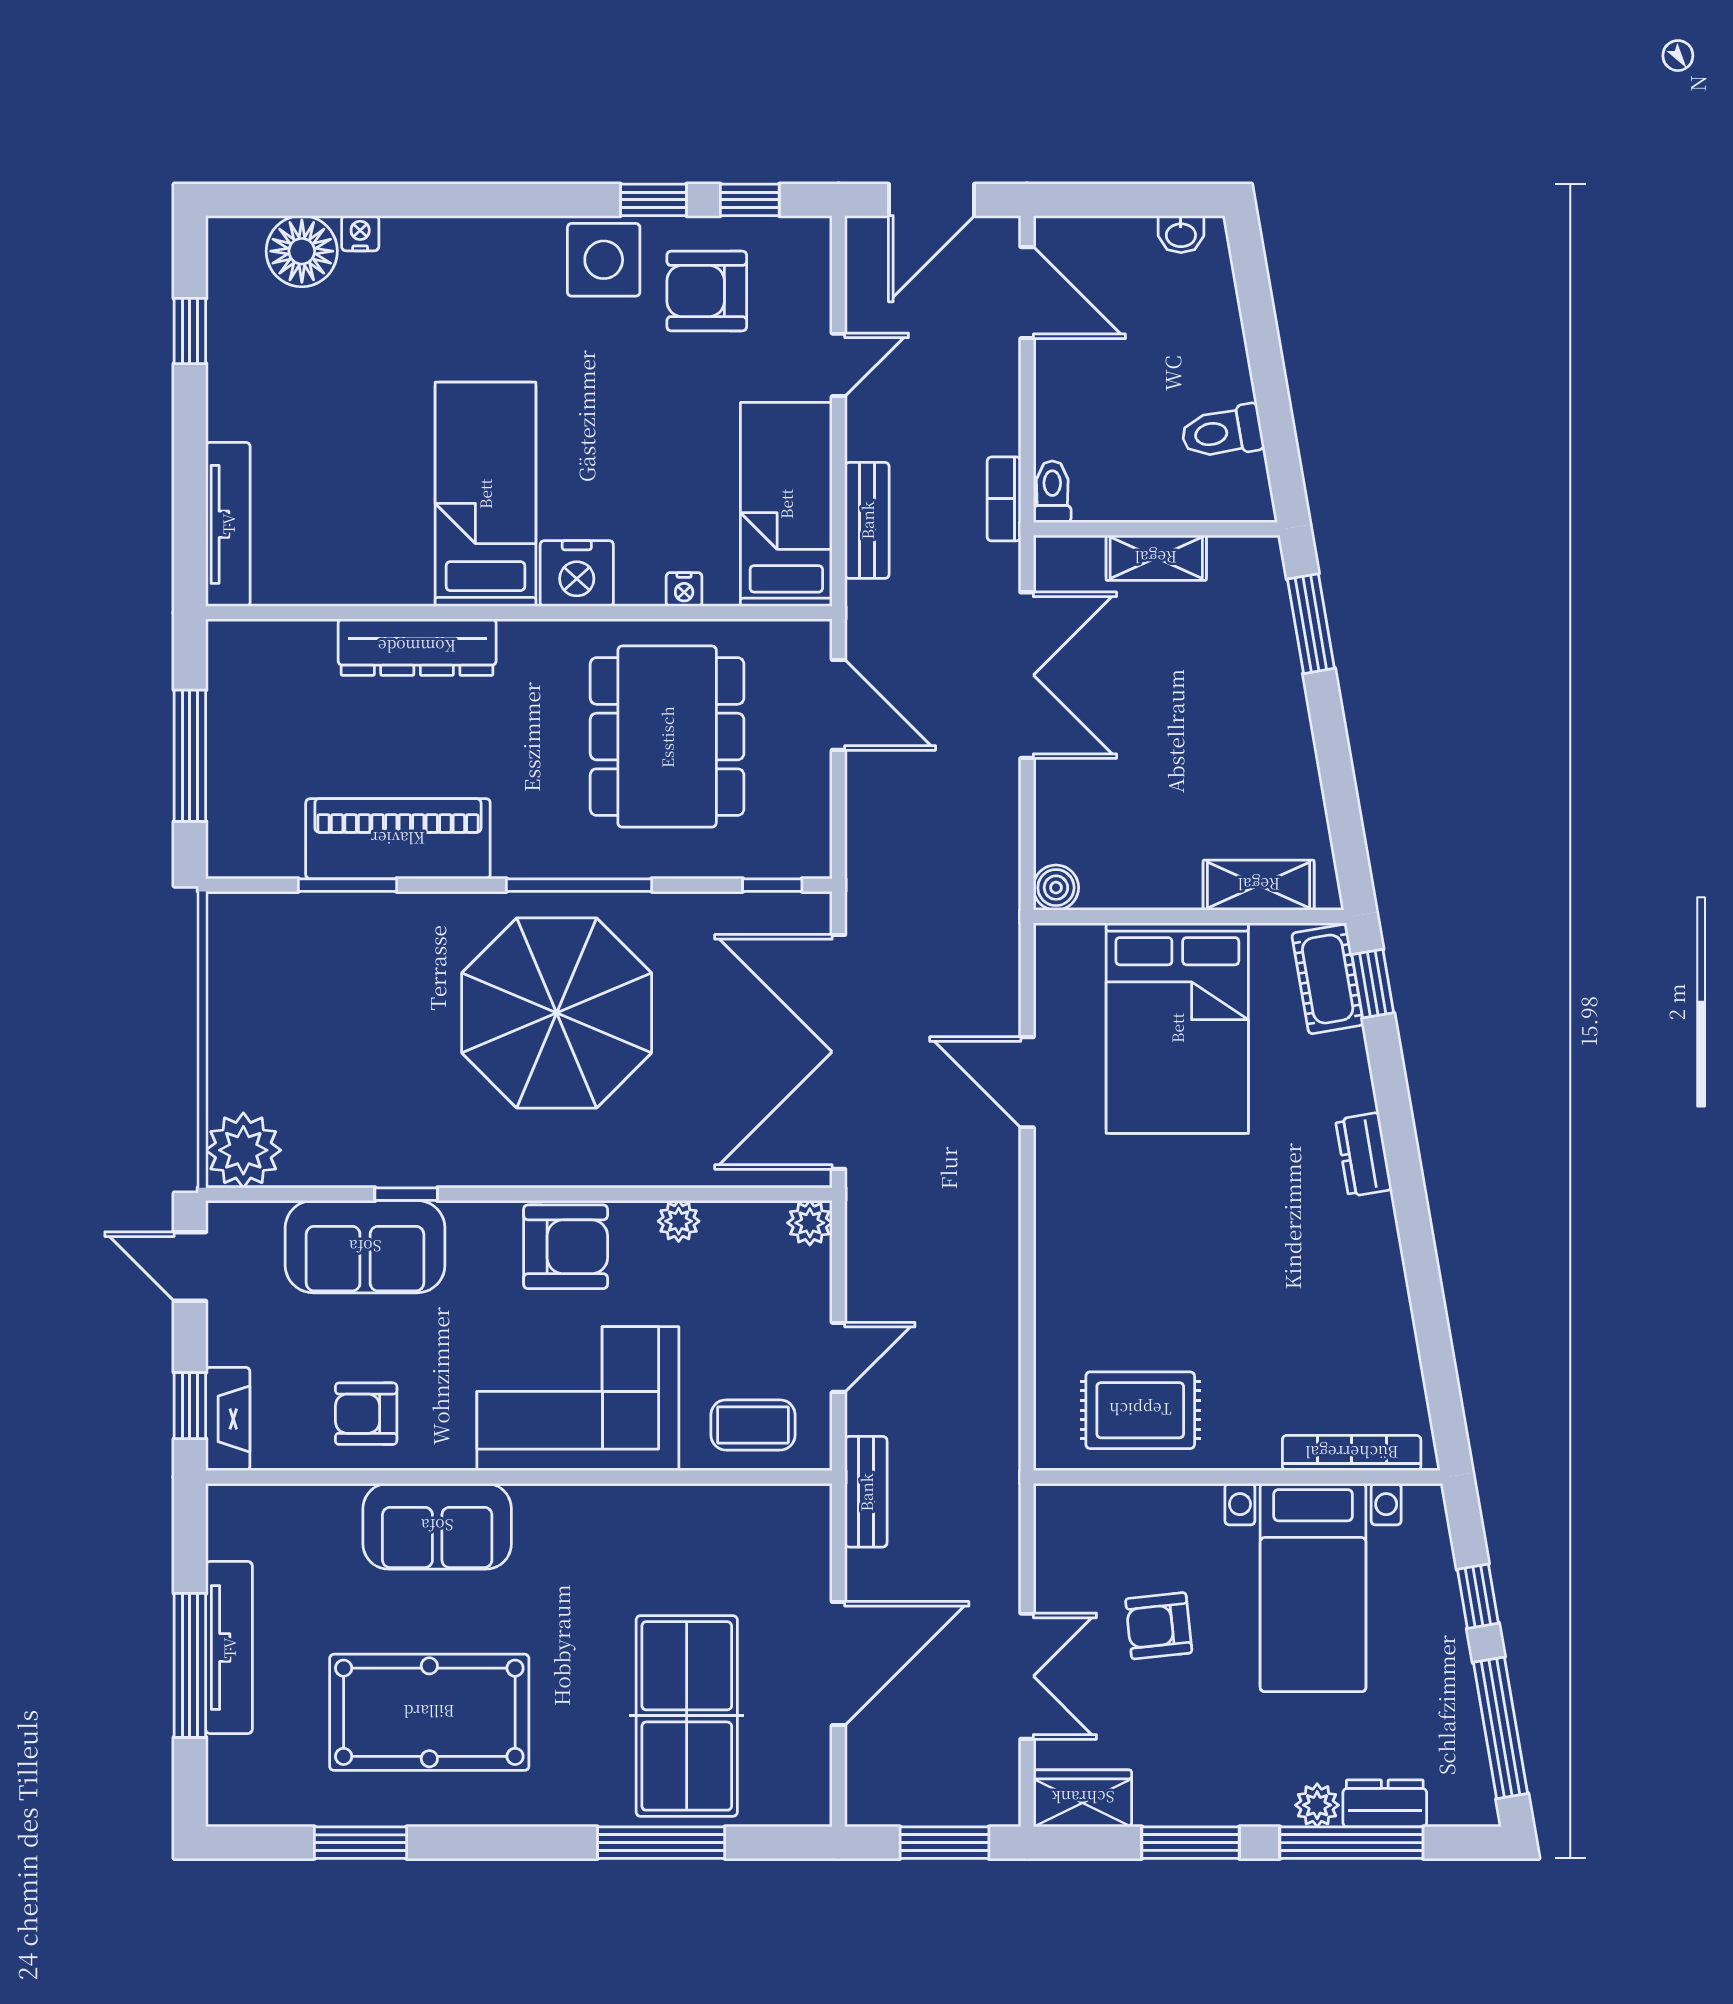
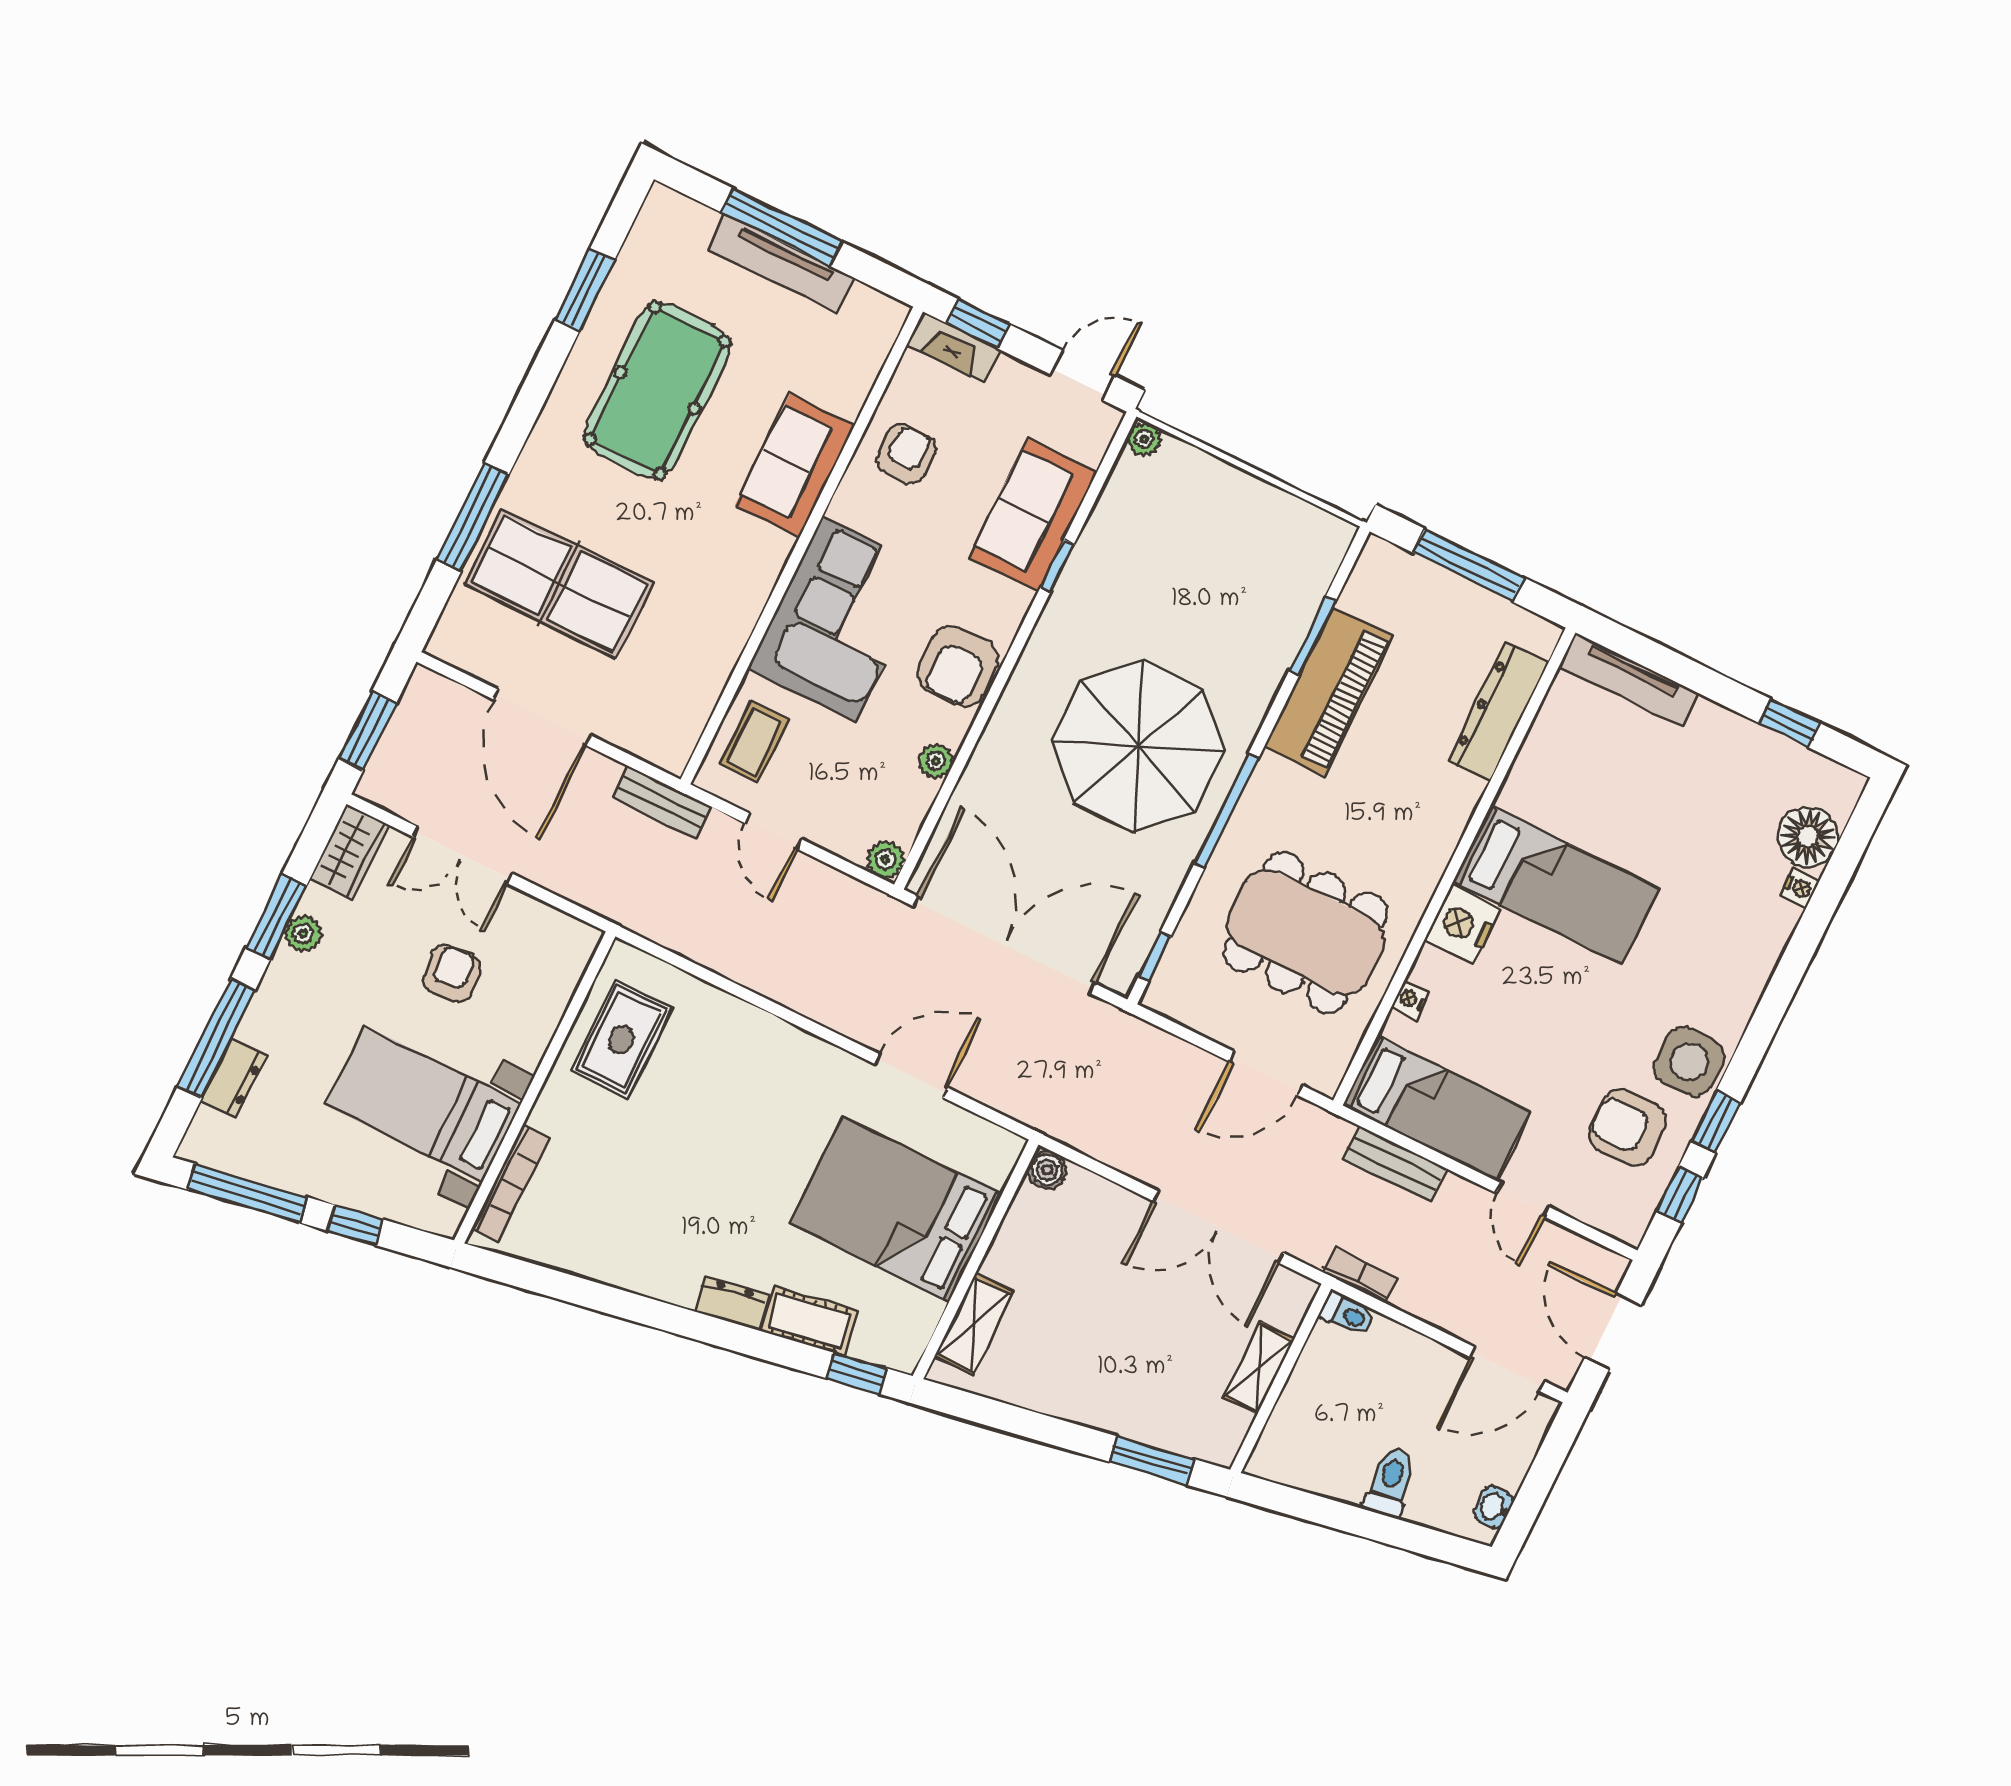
armchair: (707, 291) -> (1627, 1128), turned -90
toilet: (1222, 432) -> (1390, 1482), moved
dresser: (417, 647) -> (1498, 712), moved
cot: (1328, 979) -> (809, 1321), moved
plant: (243, 1150) -> (1144, 439), width x0.53, depth x0.53
plant: (1317, 1805) -> (303, 934), moved

